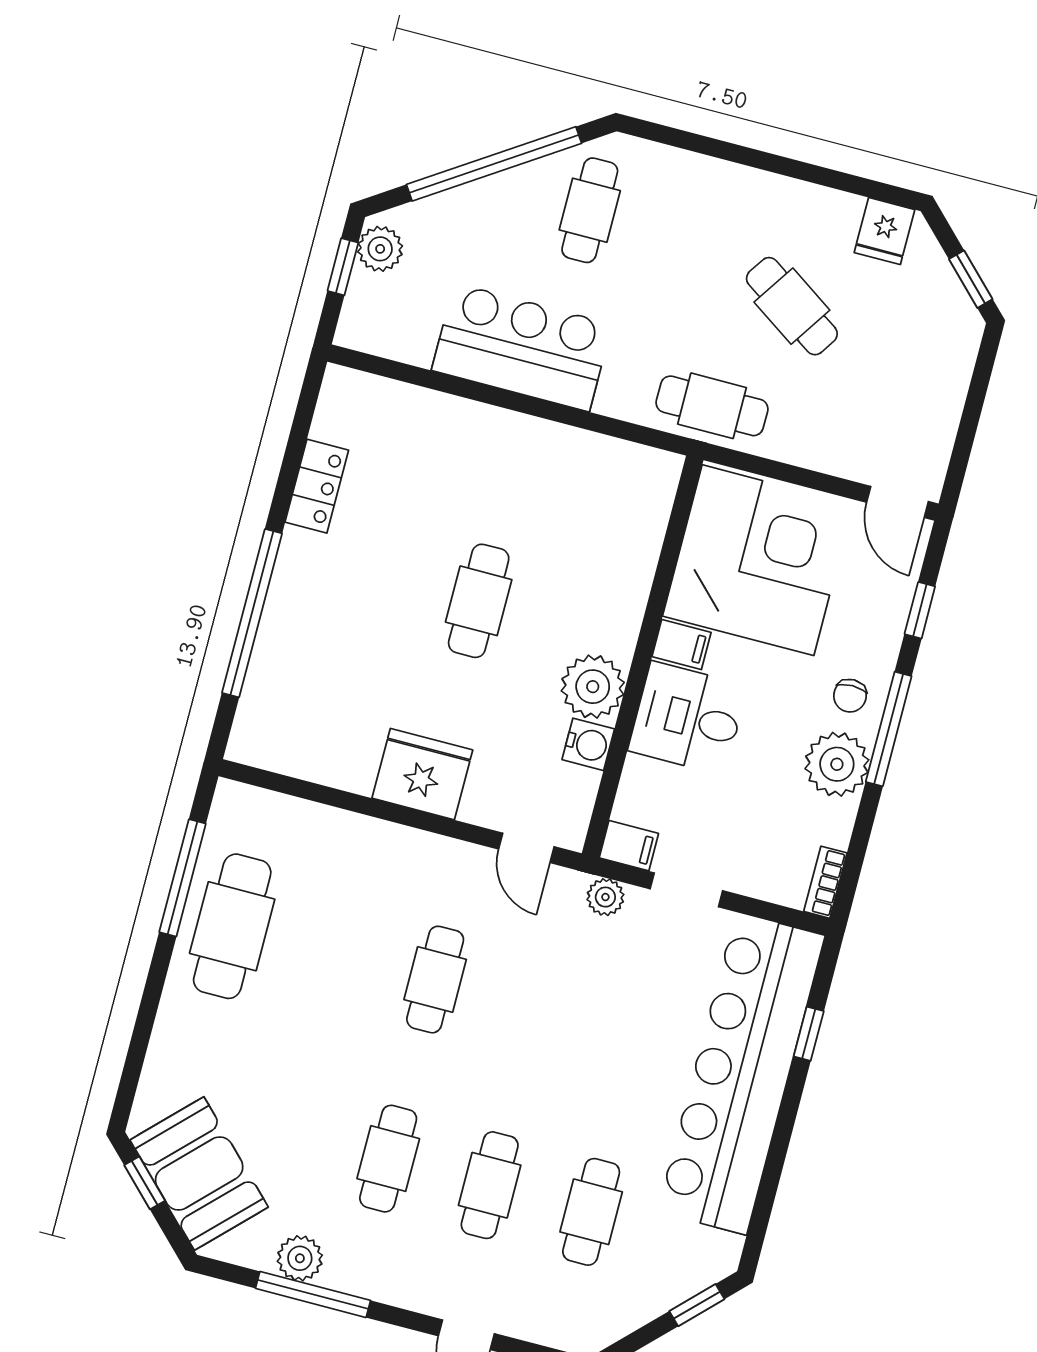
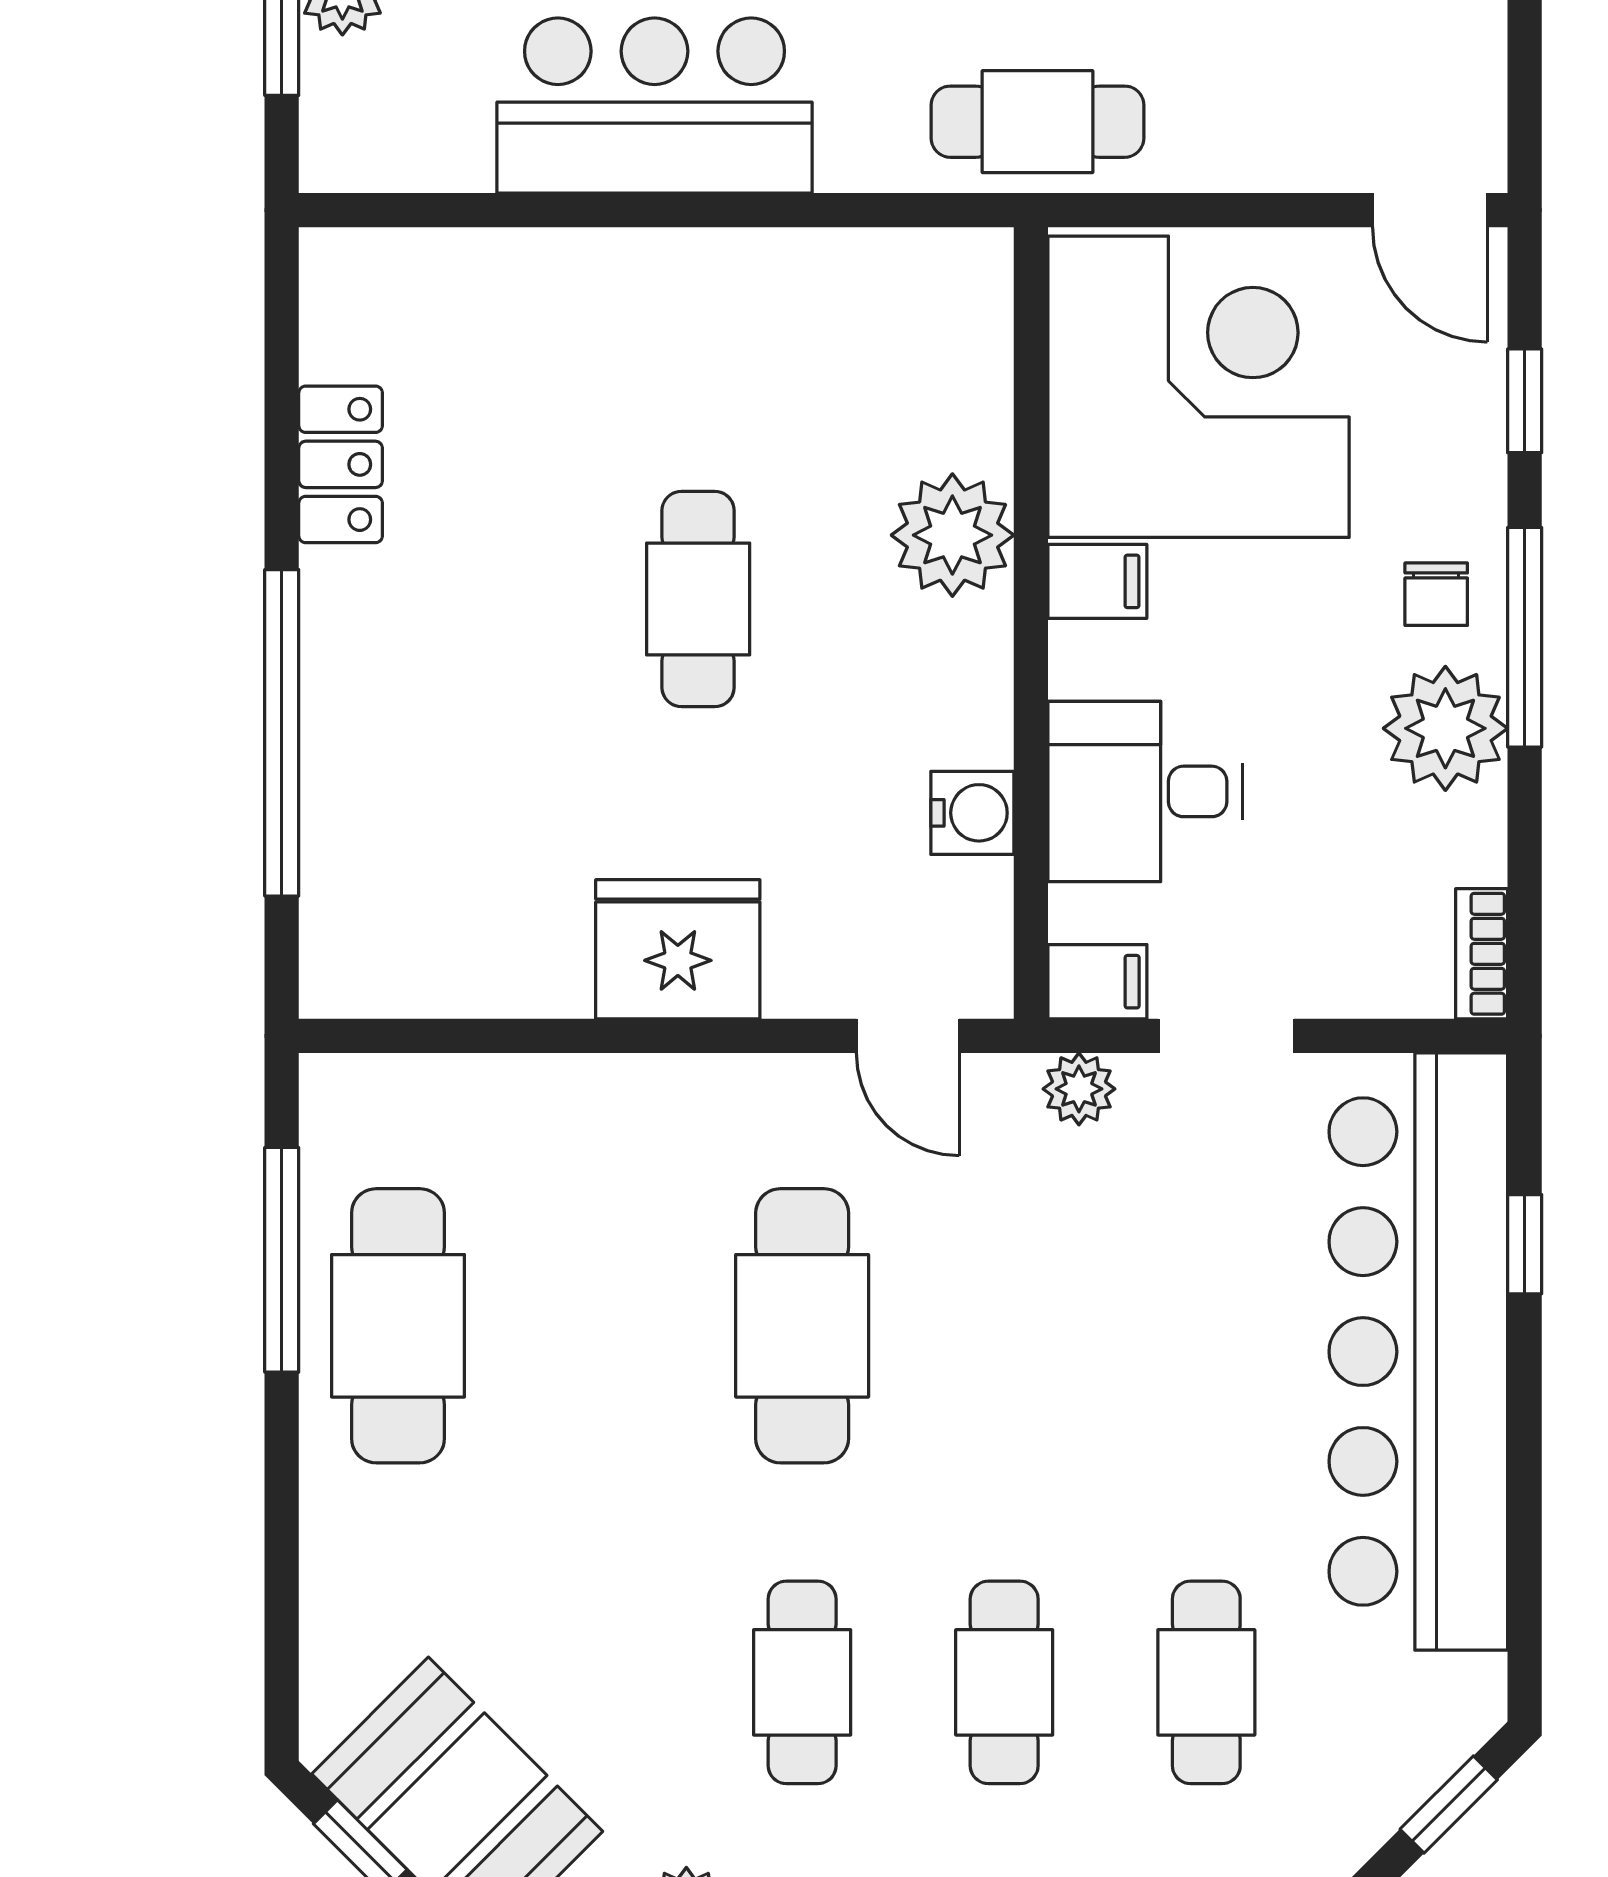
plant: (593, 687) -> (952, 535), moved
desk: (688, 718) -> (1145, 791), moved
cafe table: (435, 980) -> (802, 1326), width x1.37, depth x1.35

